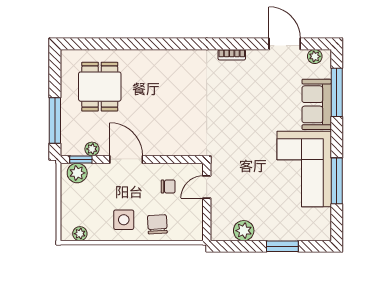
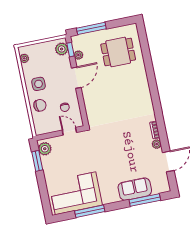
plant: (315, 56) -> (157, 144), moved
corner sofa: (304, 169) -> (75, 193), moved
plant: (244, 231) -> (45, 149), moved
window: (282, 246) -> (37, 161), moved

